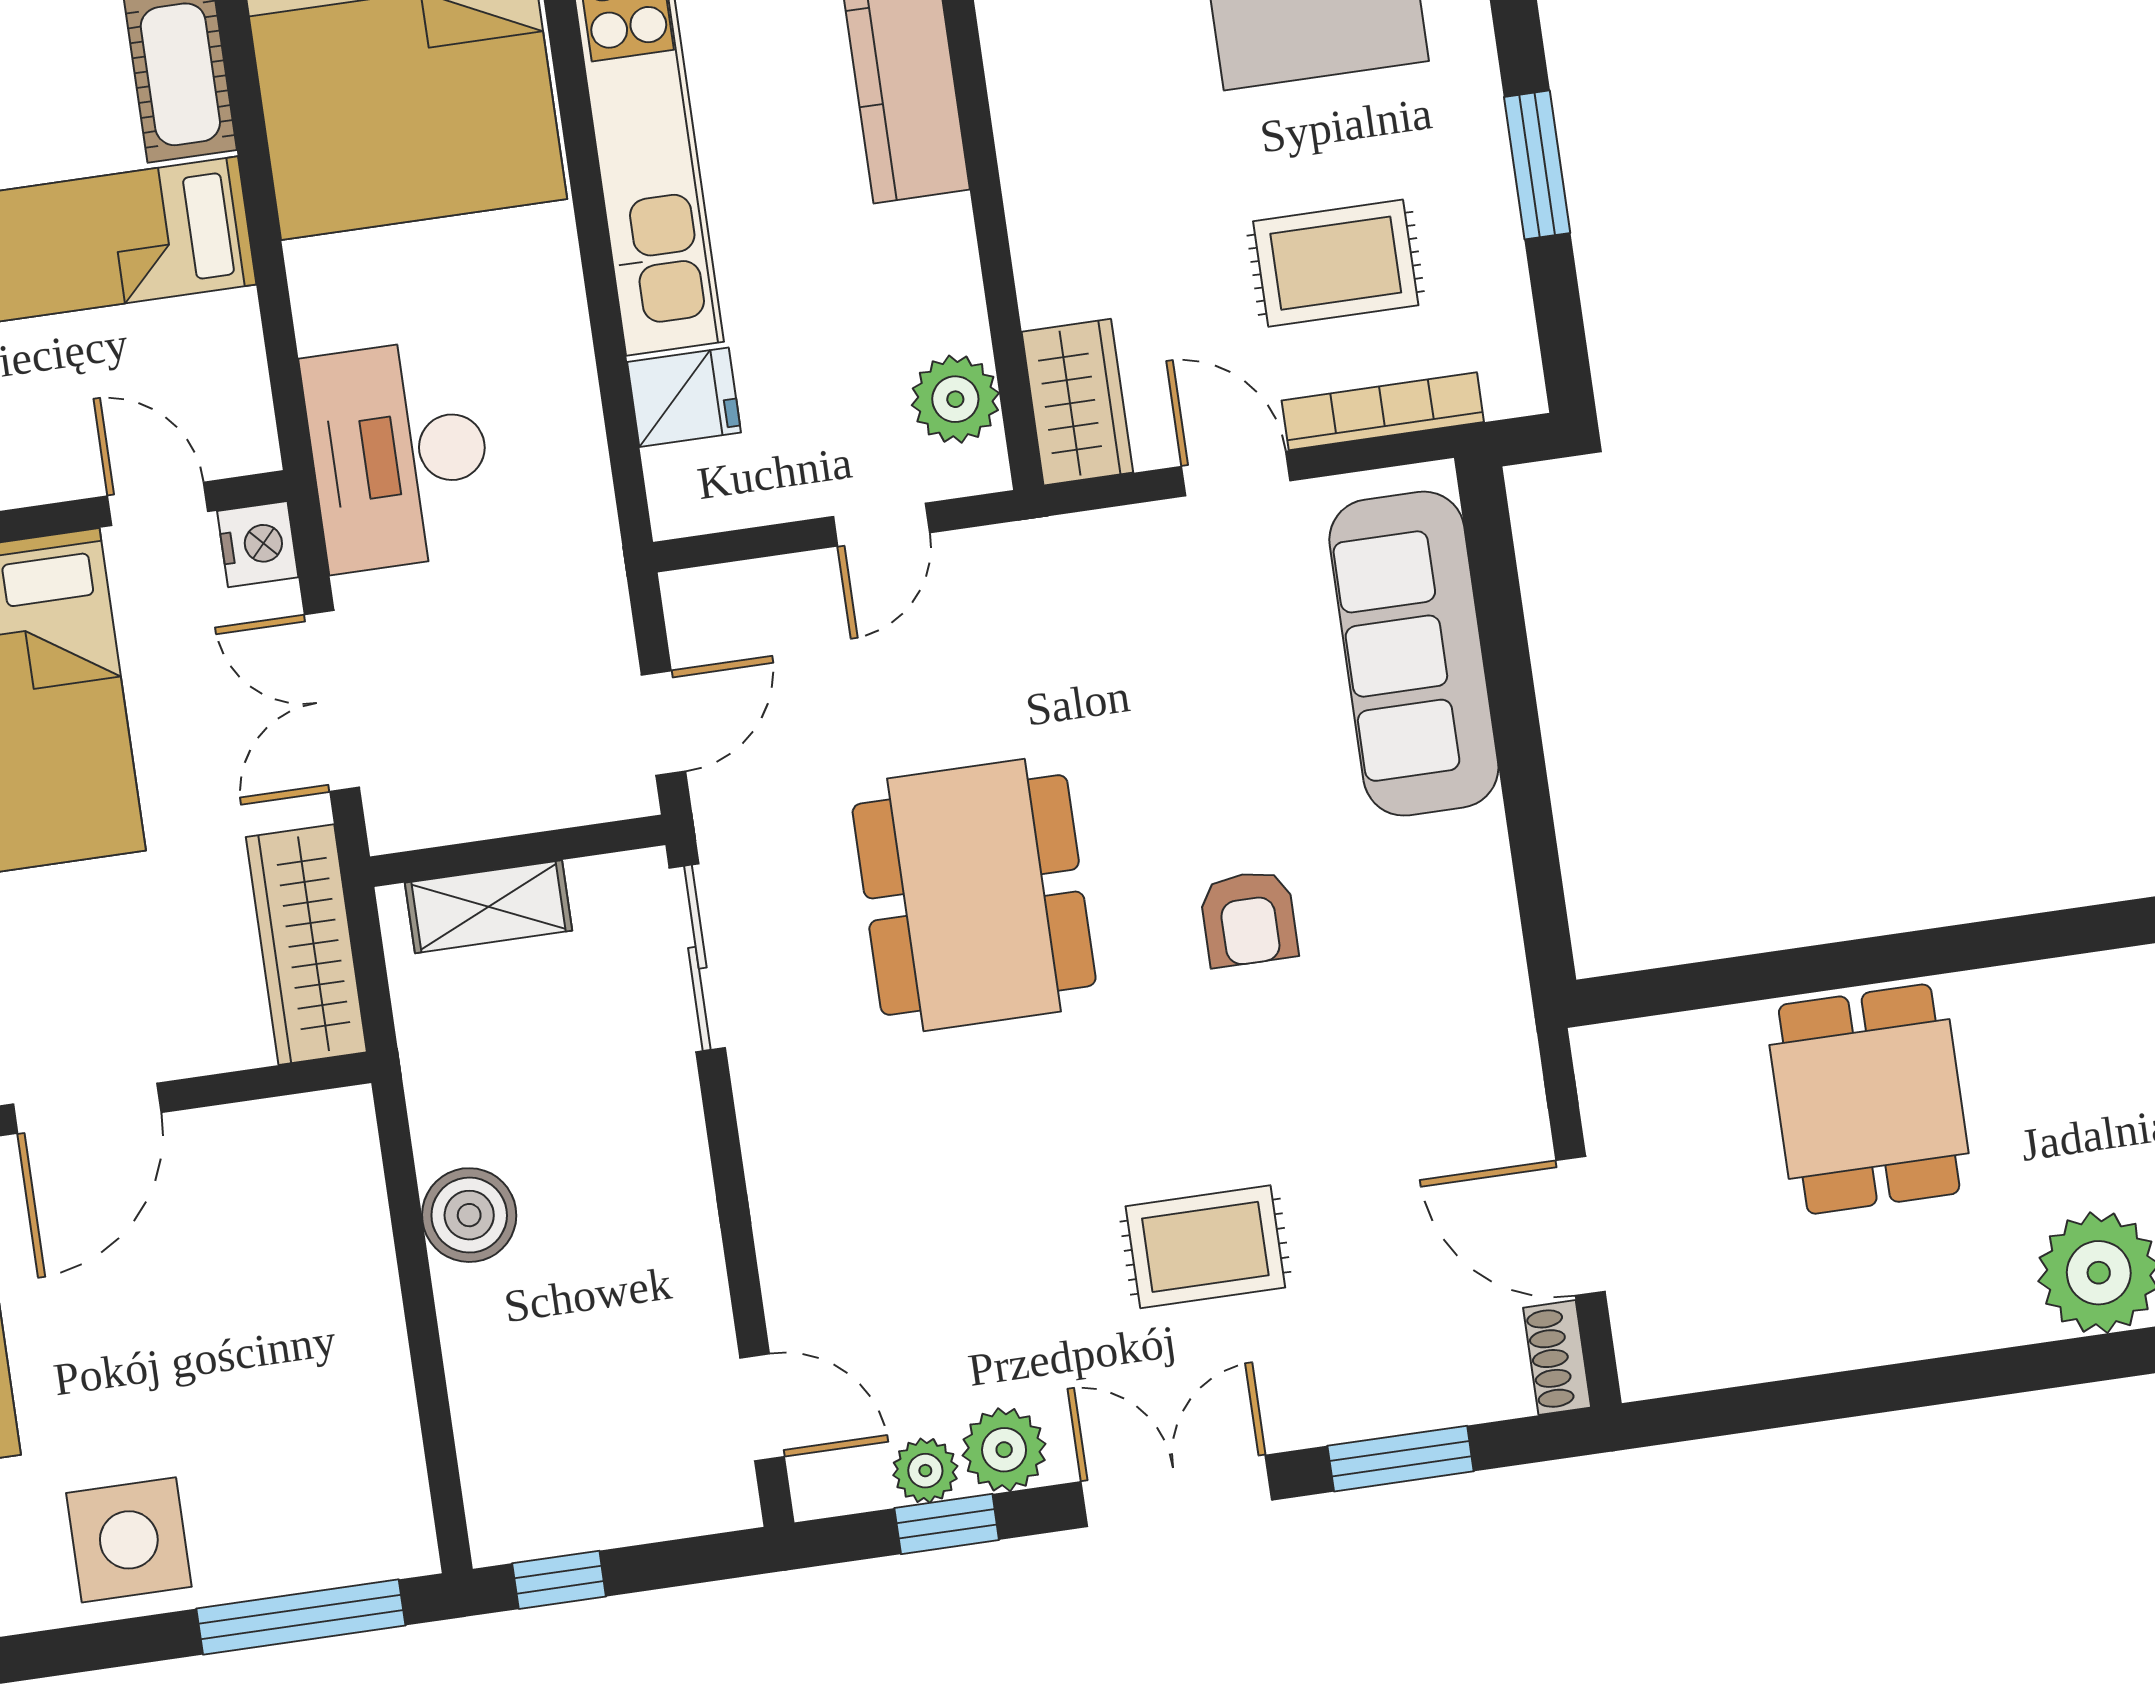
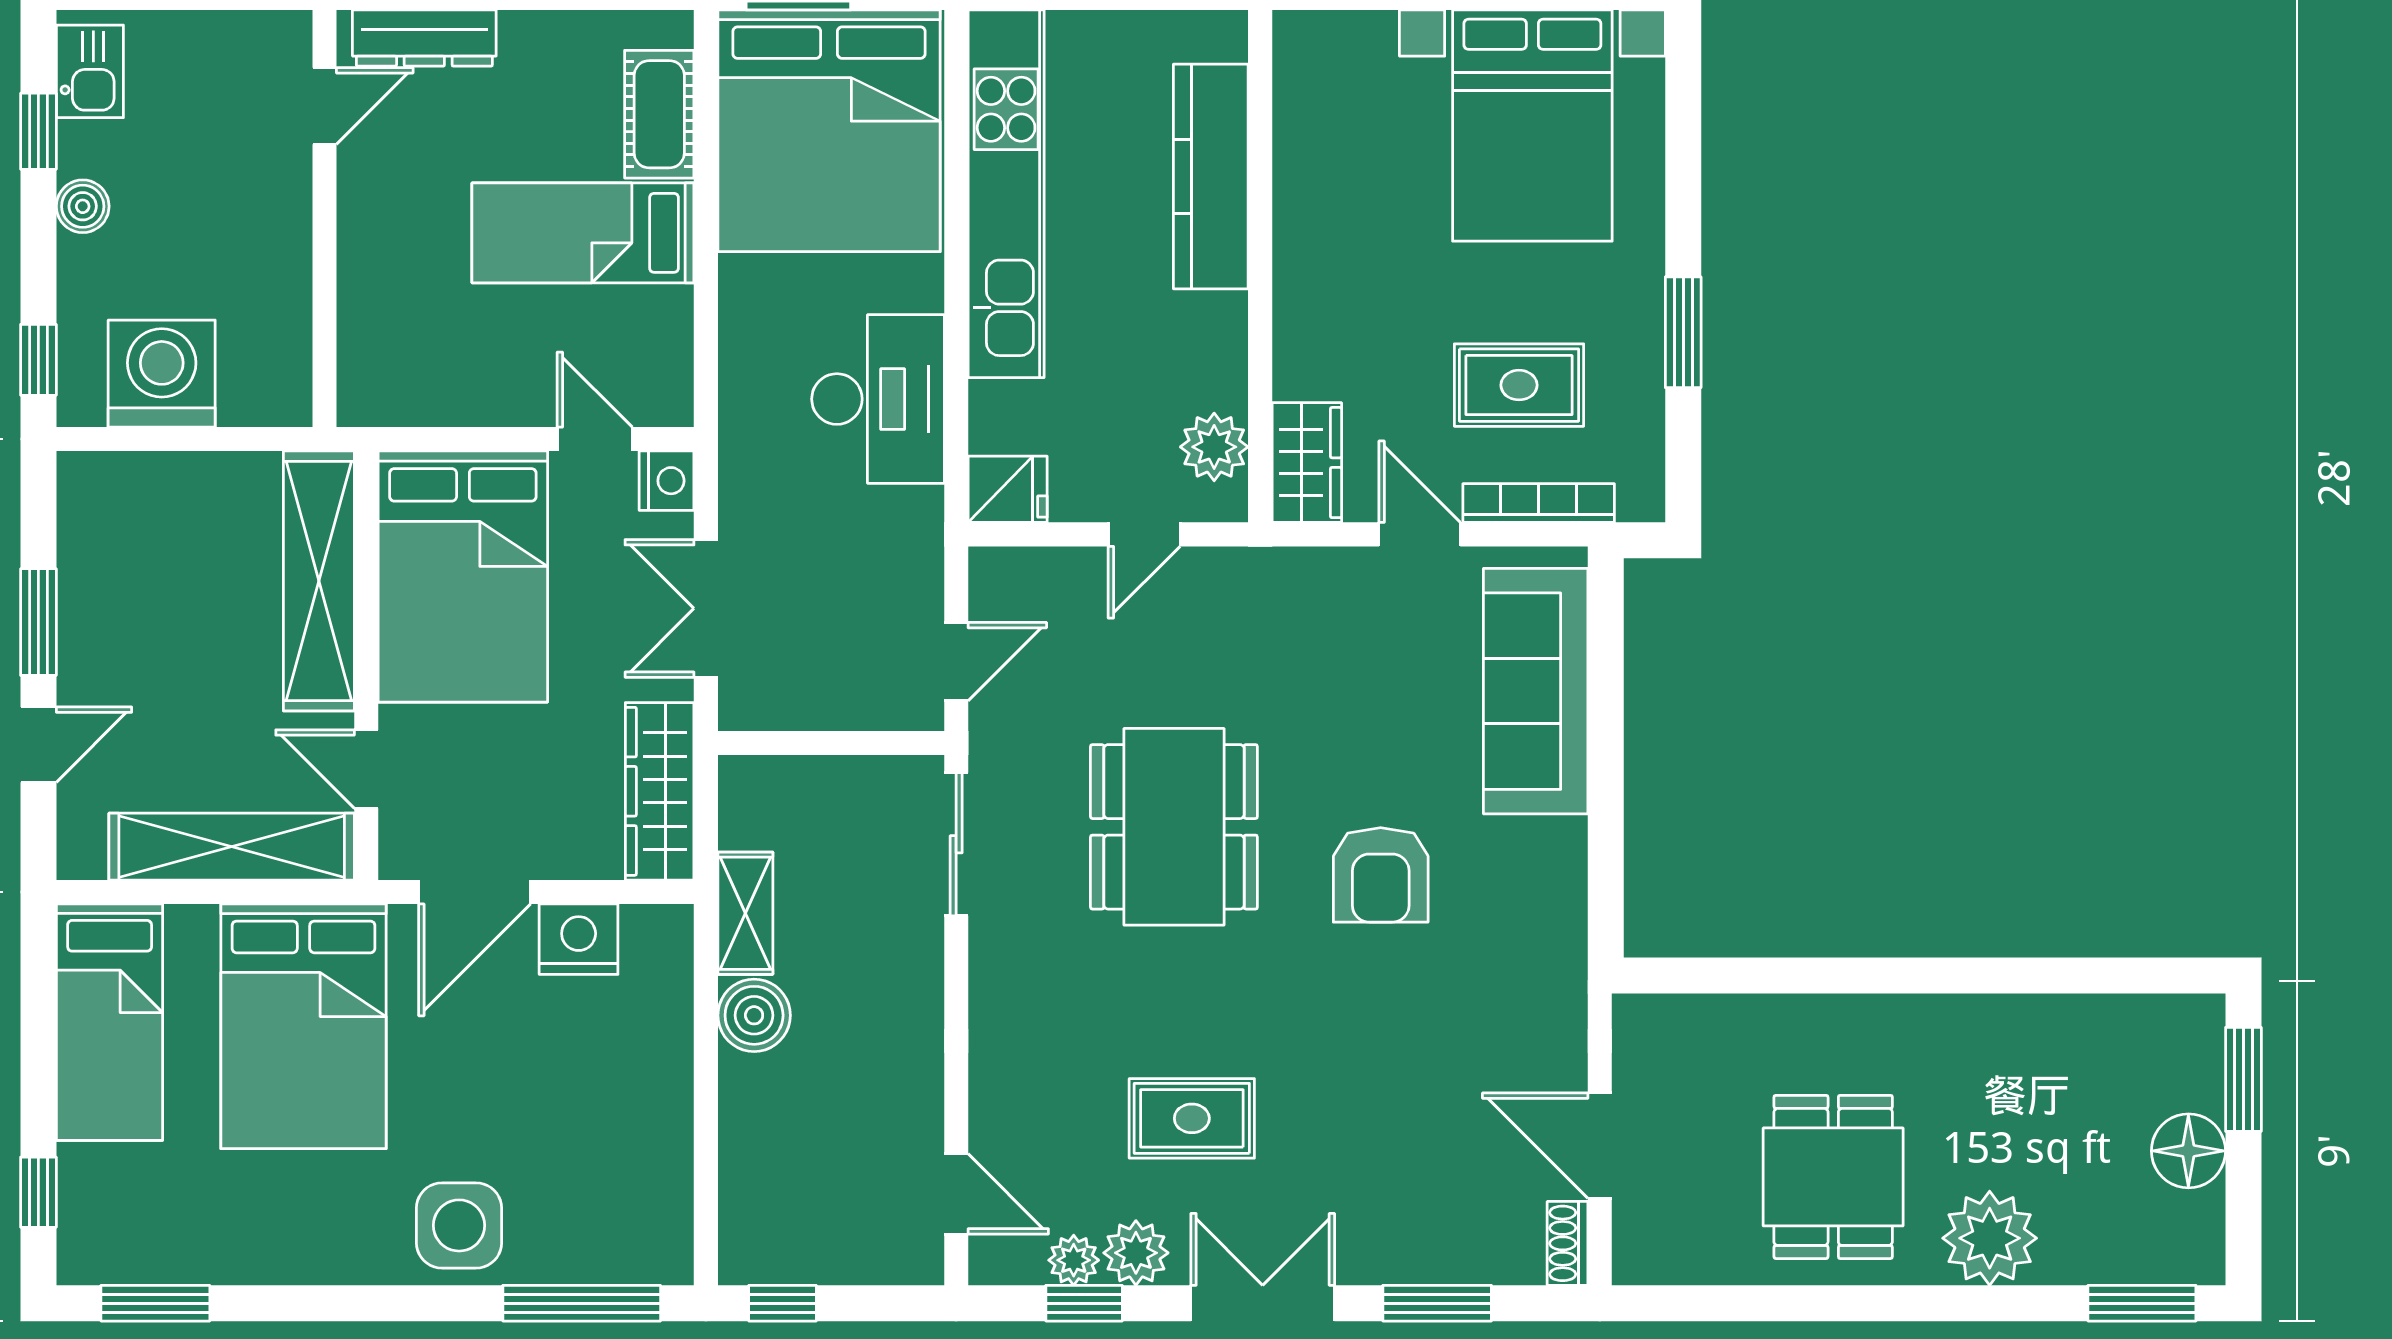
fridge: (684, 397) -> (1008, 489), moved
desk: (399, 455) -> (878, 399), moved, turned 180
shelving: (489, 907) -> (745, 913), moved, turned 90
armchair: (1249, 918) -> (1381, 875), width x1.38, depth x1.38
dining table: (1869, 1099) -> (1833, 1177), moved
nightstand: (229, 1150) -> (579, 939), added
rug: (1205, 1247) -> (1192, 1118), moved

